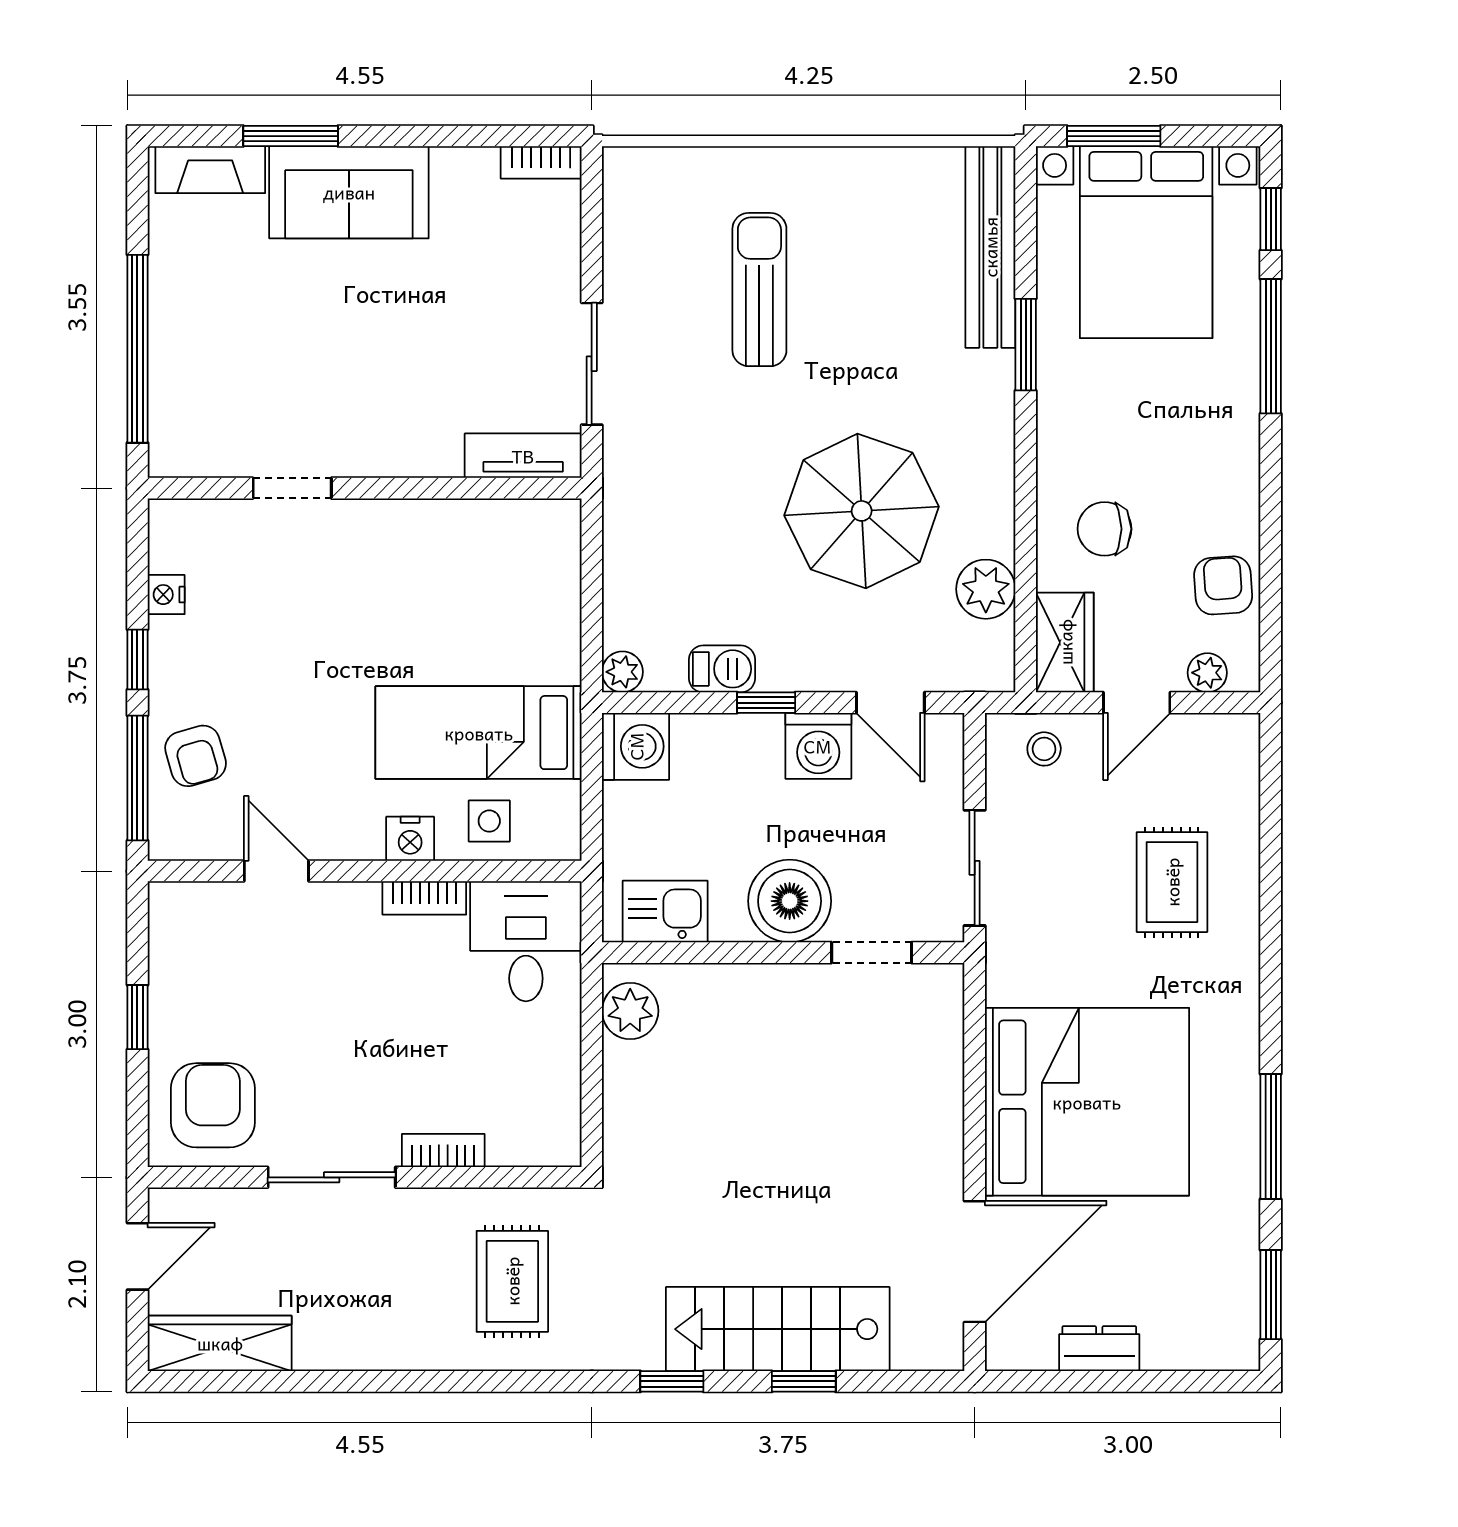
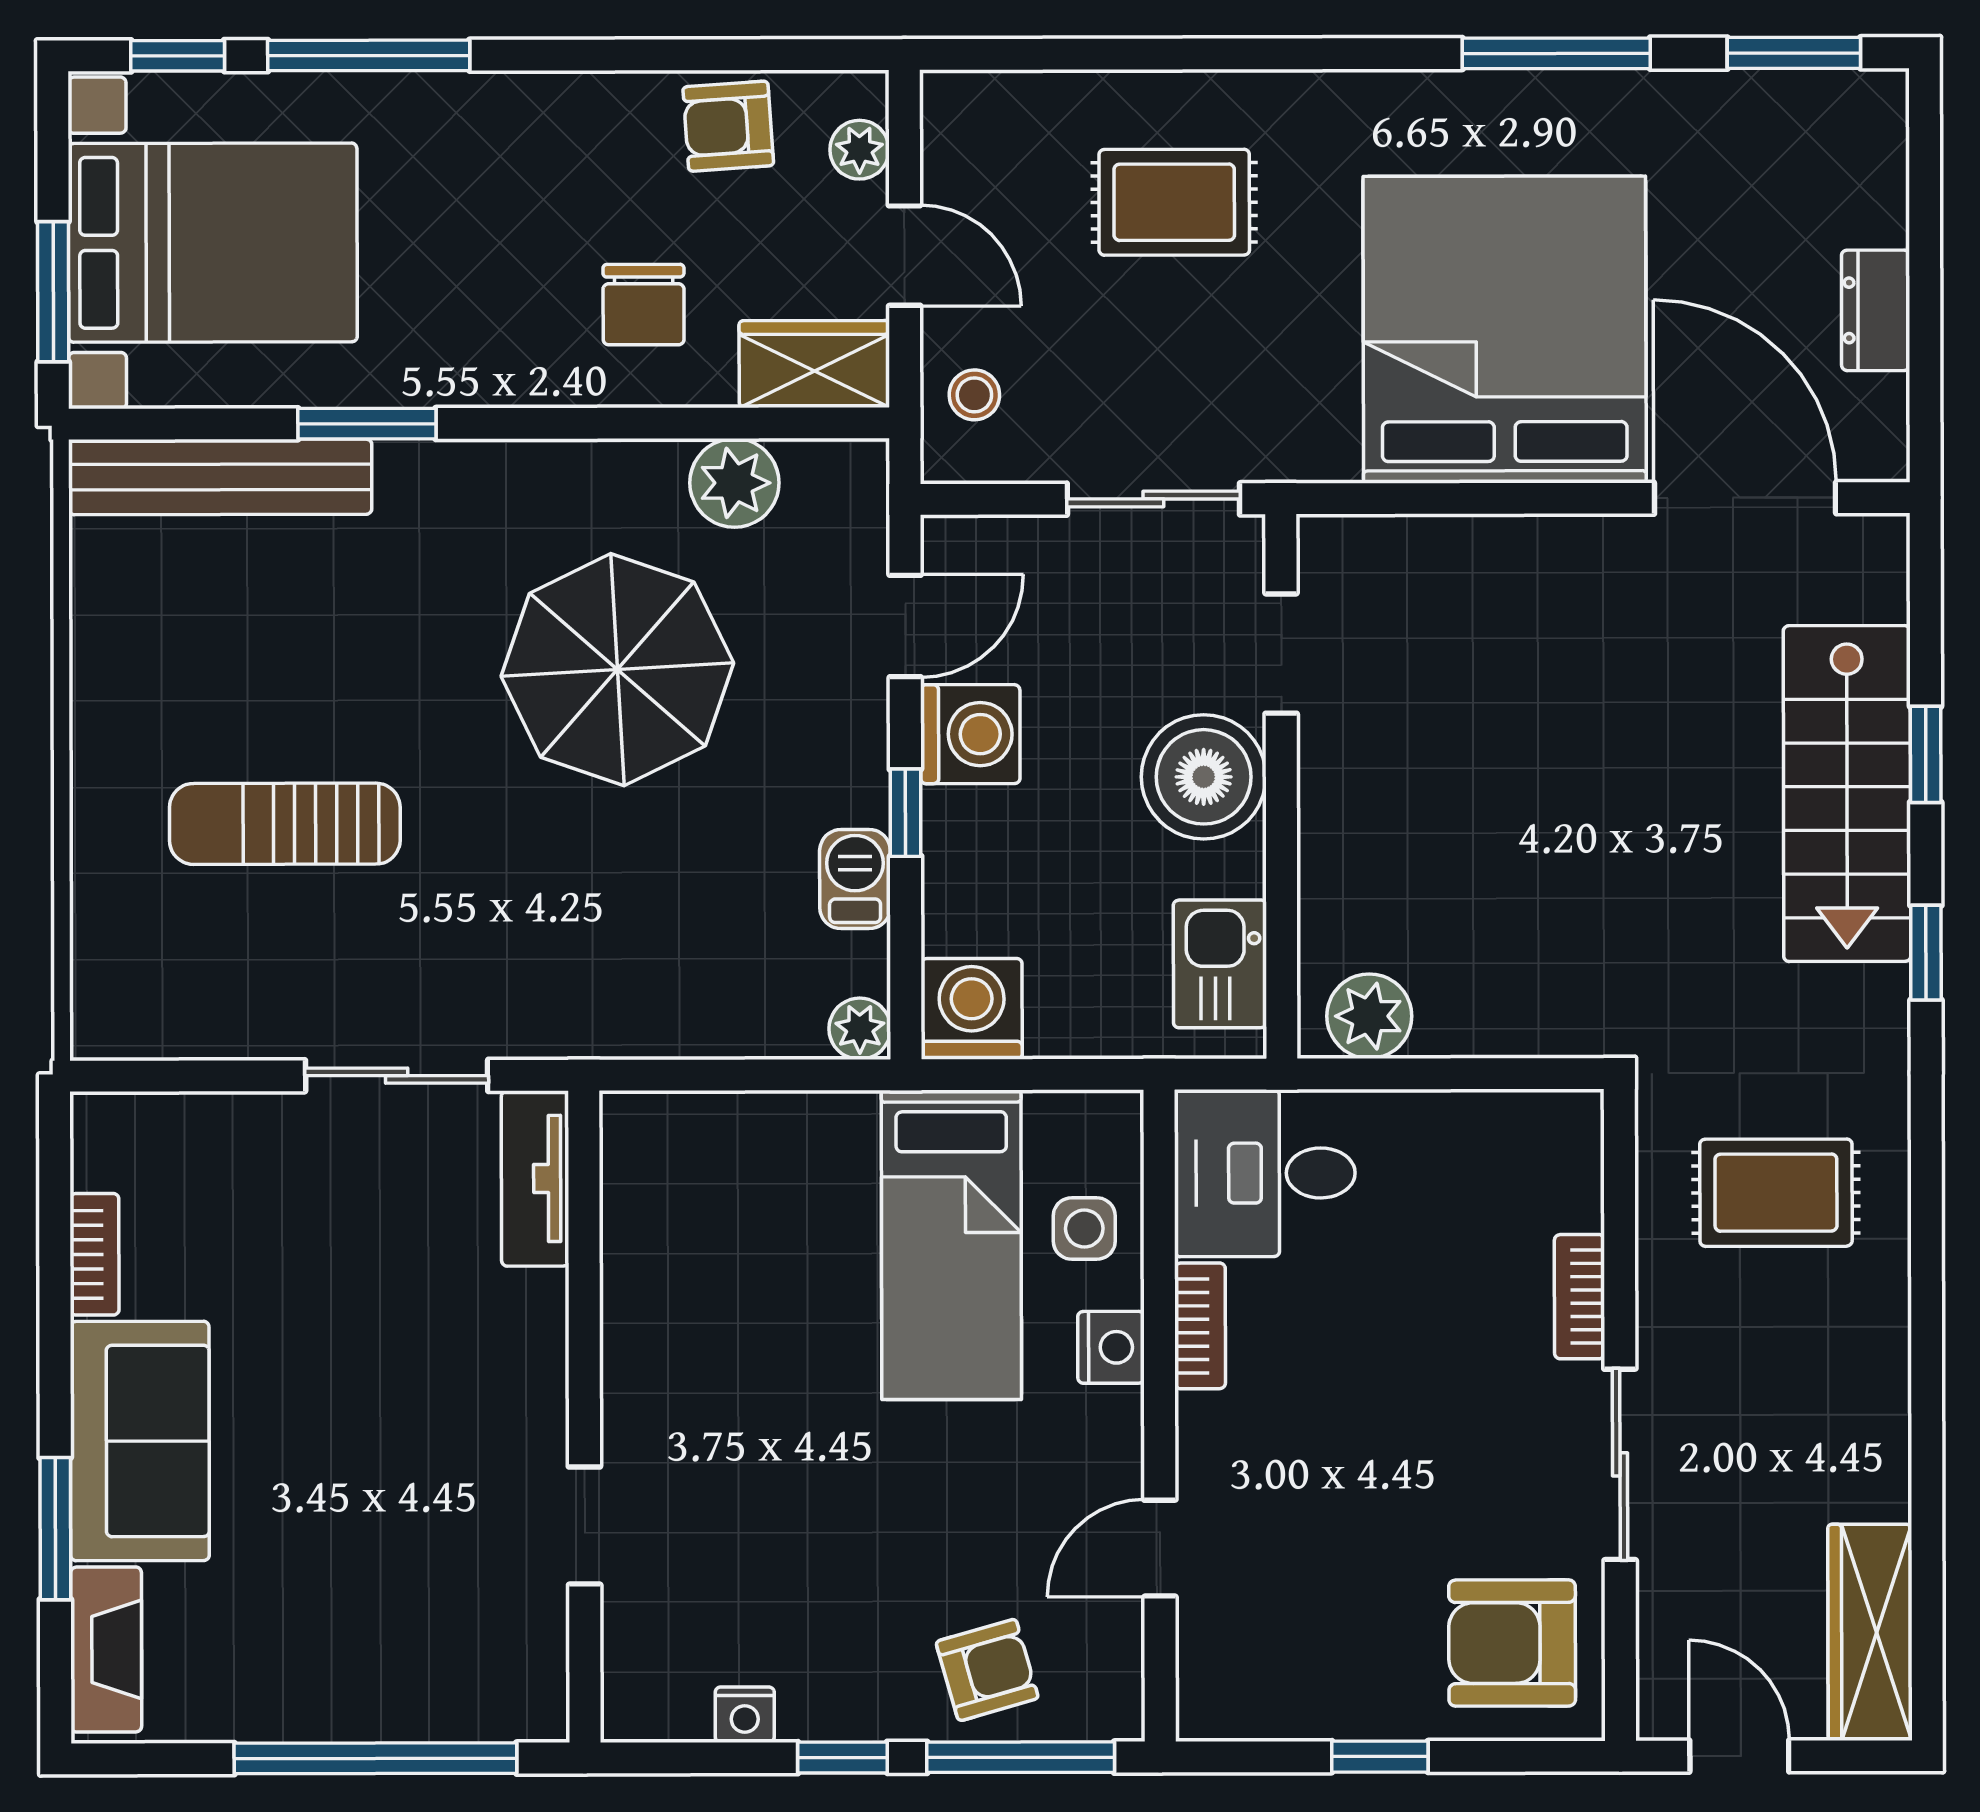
bookcase: (541, 162) -> (94, 1254), moved

